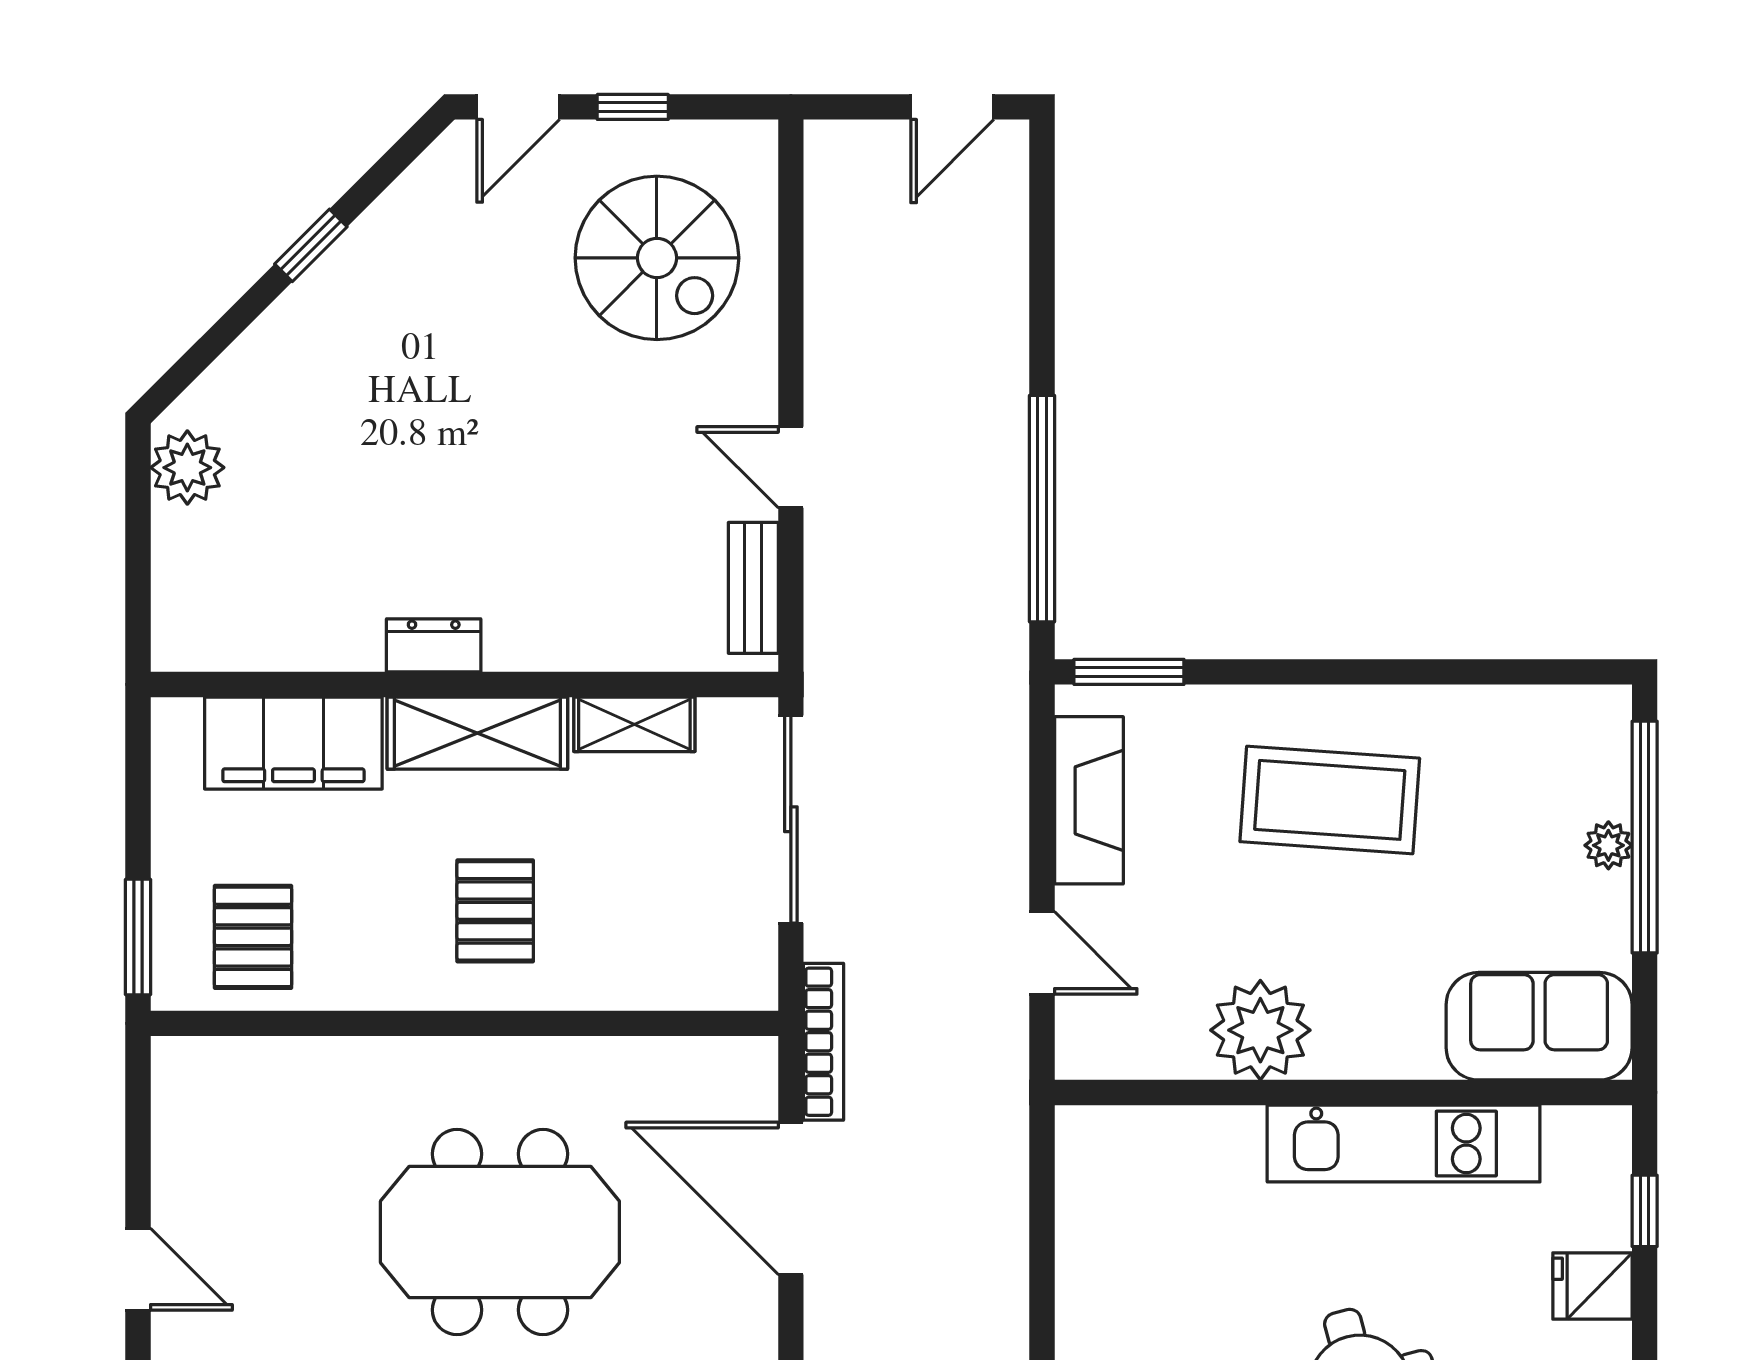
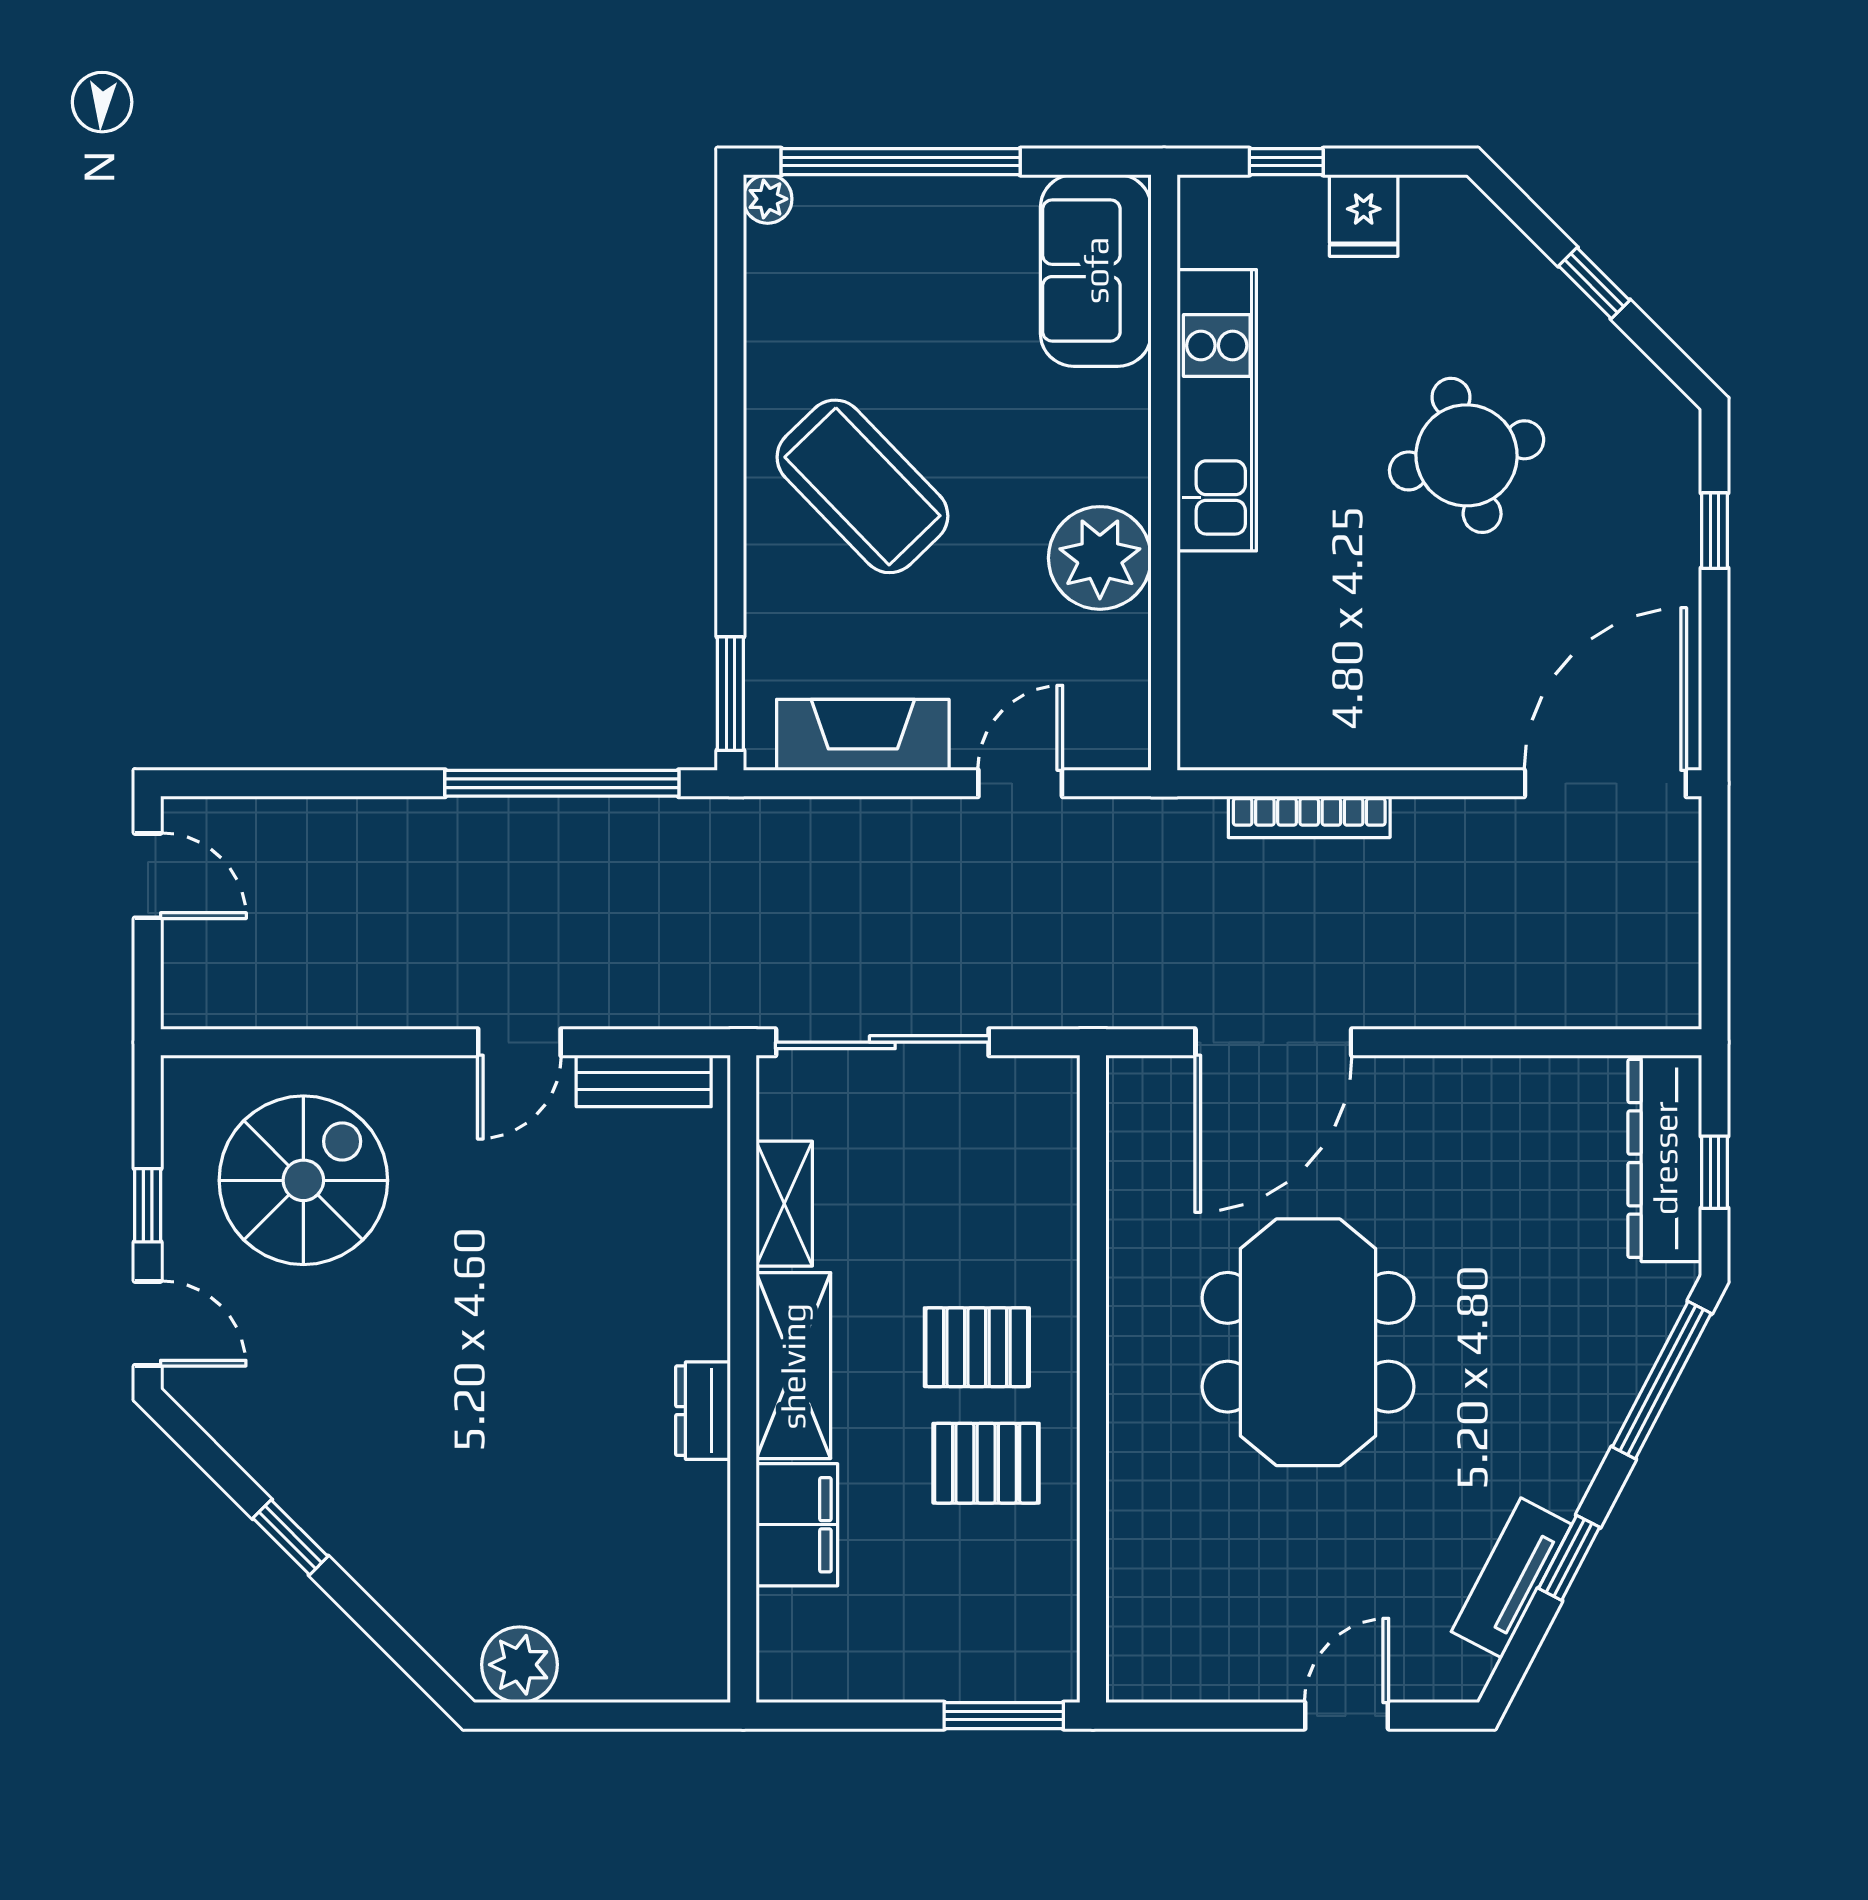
filing cabinet: (293, 743) -> (797, 1525), width x0.67, depth x0.86
coffee table: (1330, 800) -> (862, 486), turned -48
plant: (1608, 845) -> (768, 199), moved
pallet: (253, 937) -> (986, 1463), moved
bookcase: (823, 1042) -> (1309, 817), moved, turned 180

